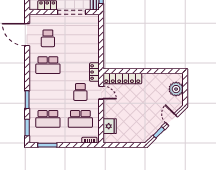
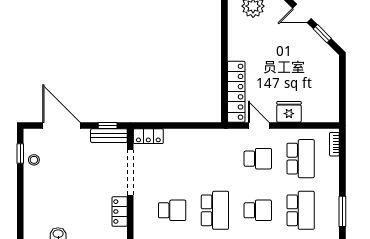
locker: (94, 72) -> (148, 136), moved
school desk: (48, 92) -> (258, 210), added
door: (101, 93) -> (259, 125), hinge flipped
fridge: (110, 126) -> (289, 112), moved

